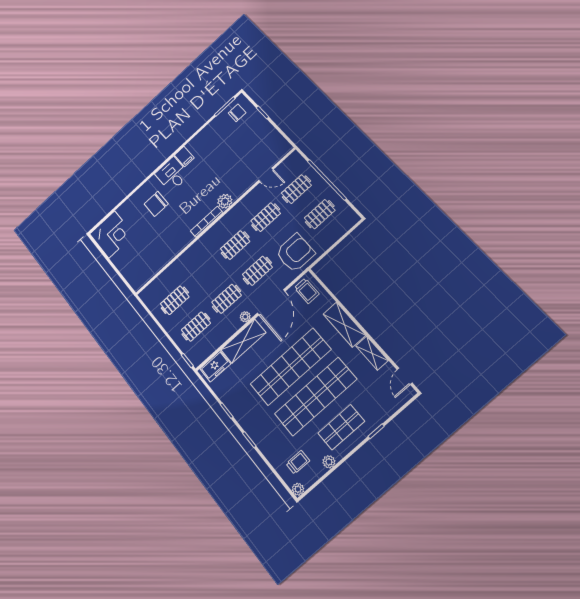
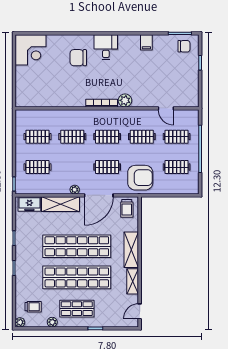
filing cabinet: (184, 156) -> (146, 42), moved
clothes rail: (227, 299) -> (72, 137), moved

